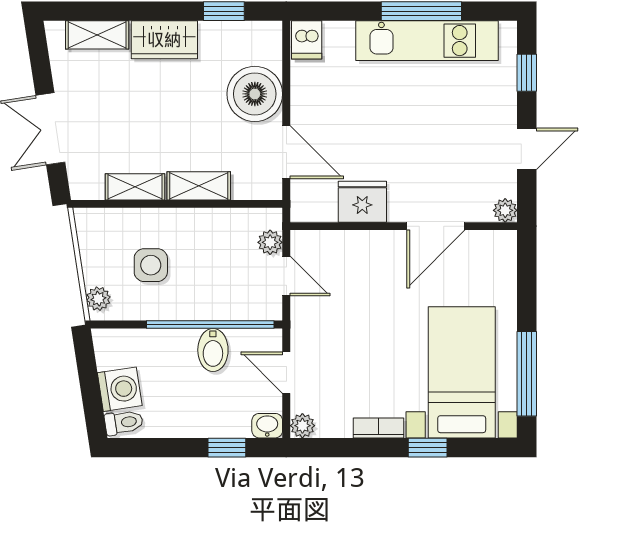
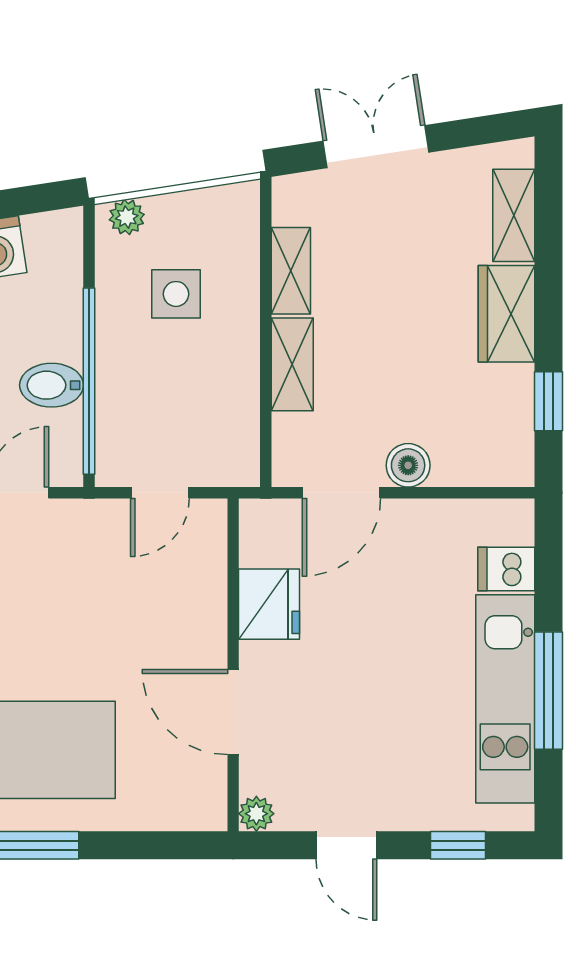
dishwasher: (307, 40) -> (506, 569), moved
boiler: (255, 94) -> (408, 465), width x0.54, depth x0.54
plant: (270, 242) -> (209, 469), removed

